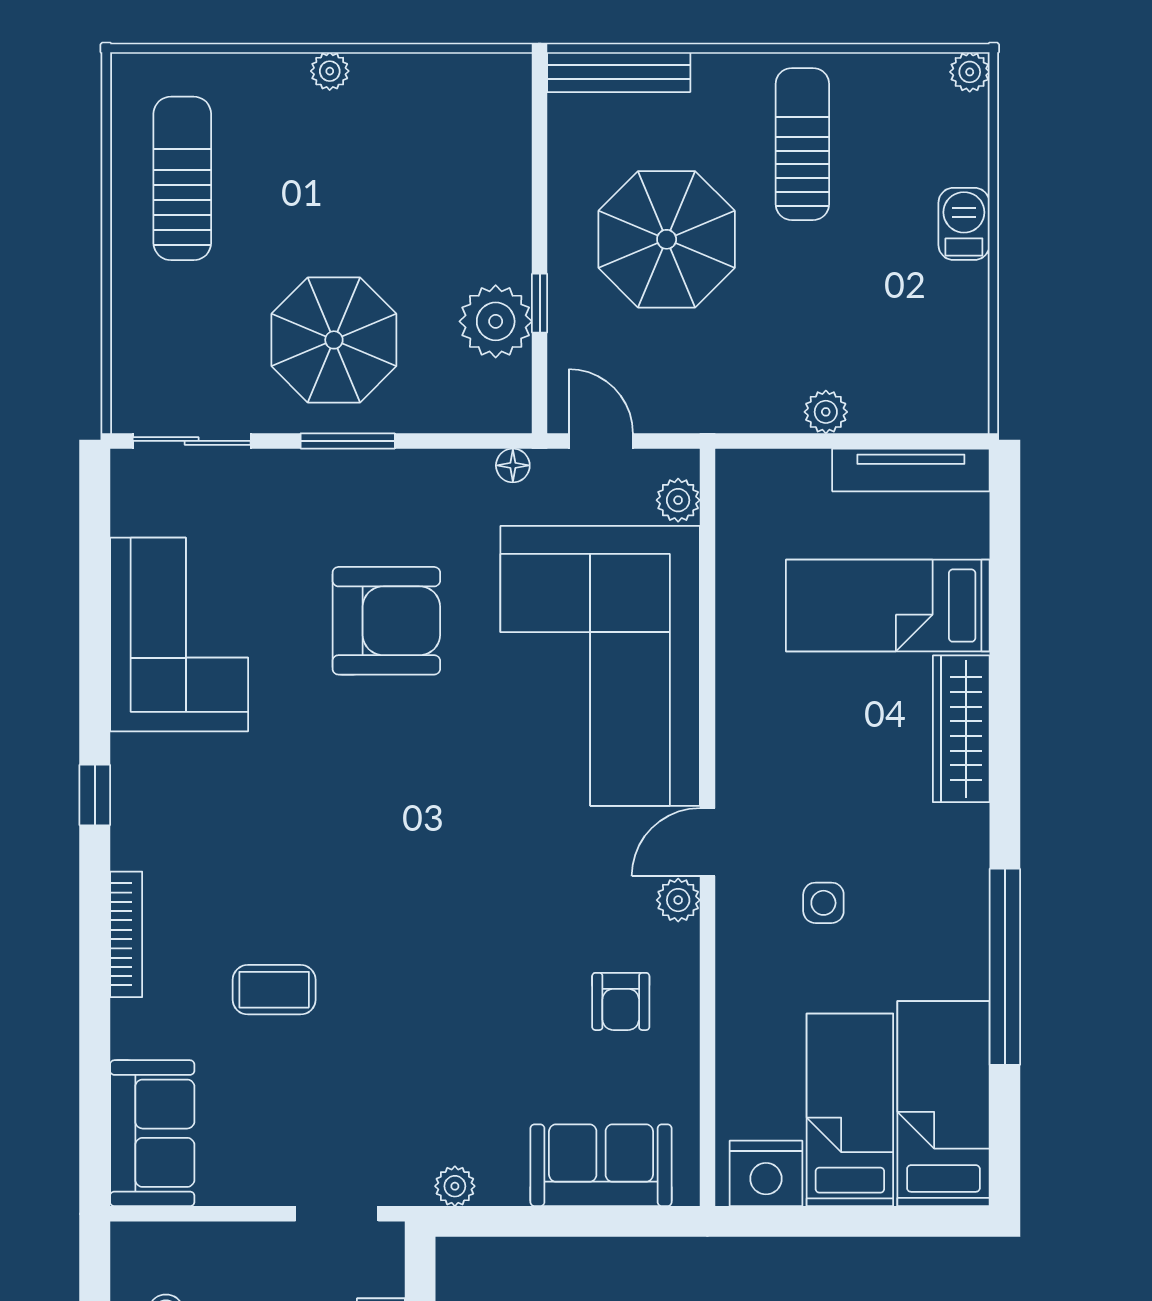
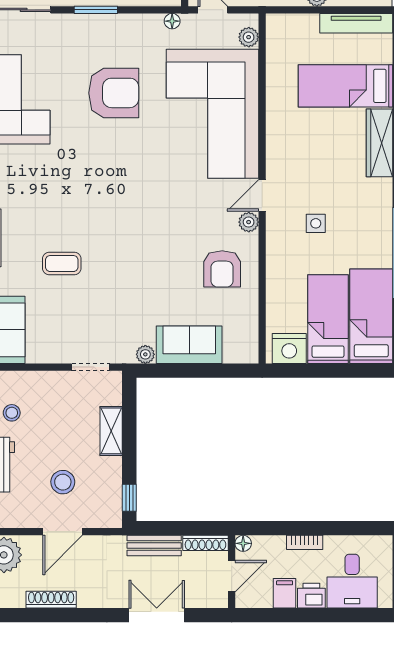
armchair: (621, 1001) -> (222, 269), width x1.38, depth x1.38
sofa: (601, 1165) -> (189, 345), moved

